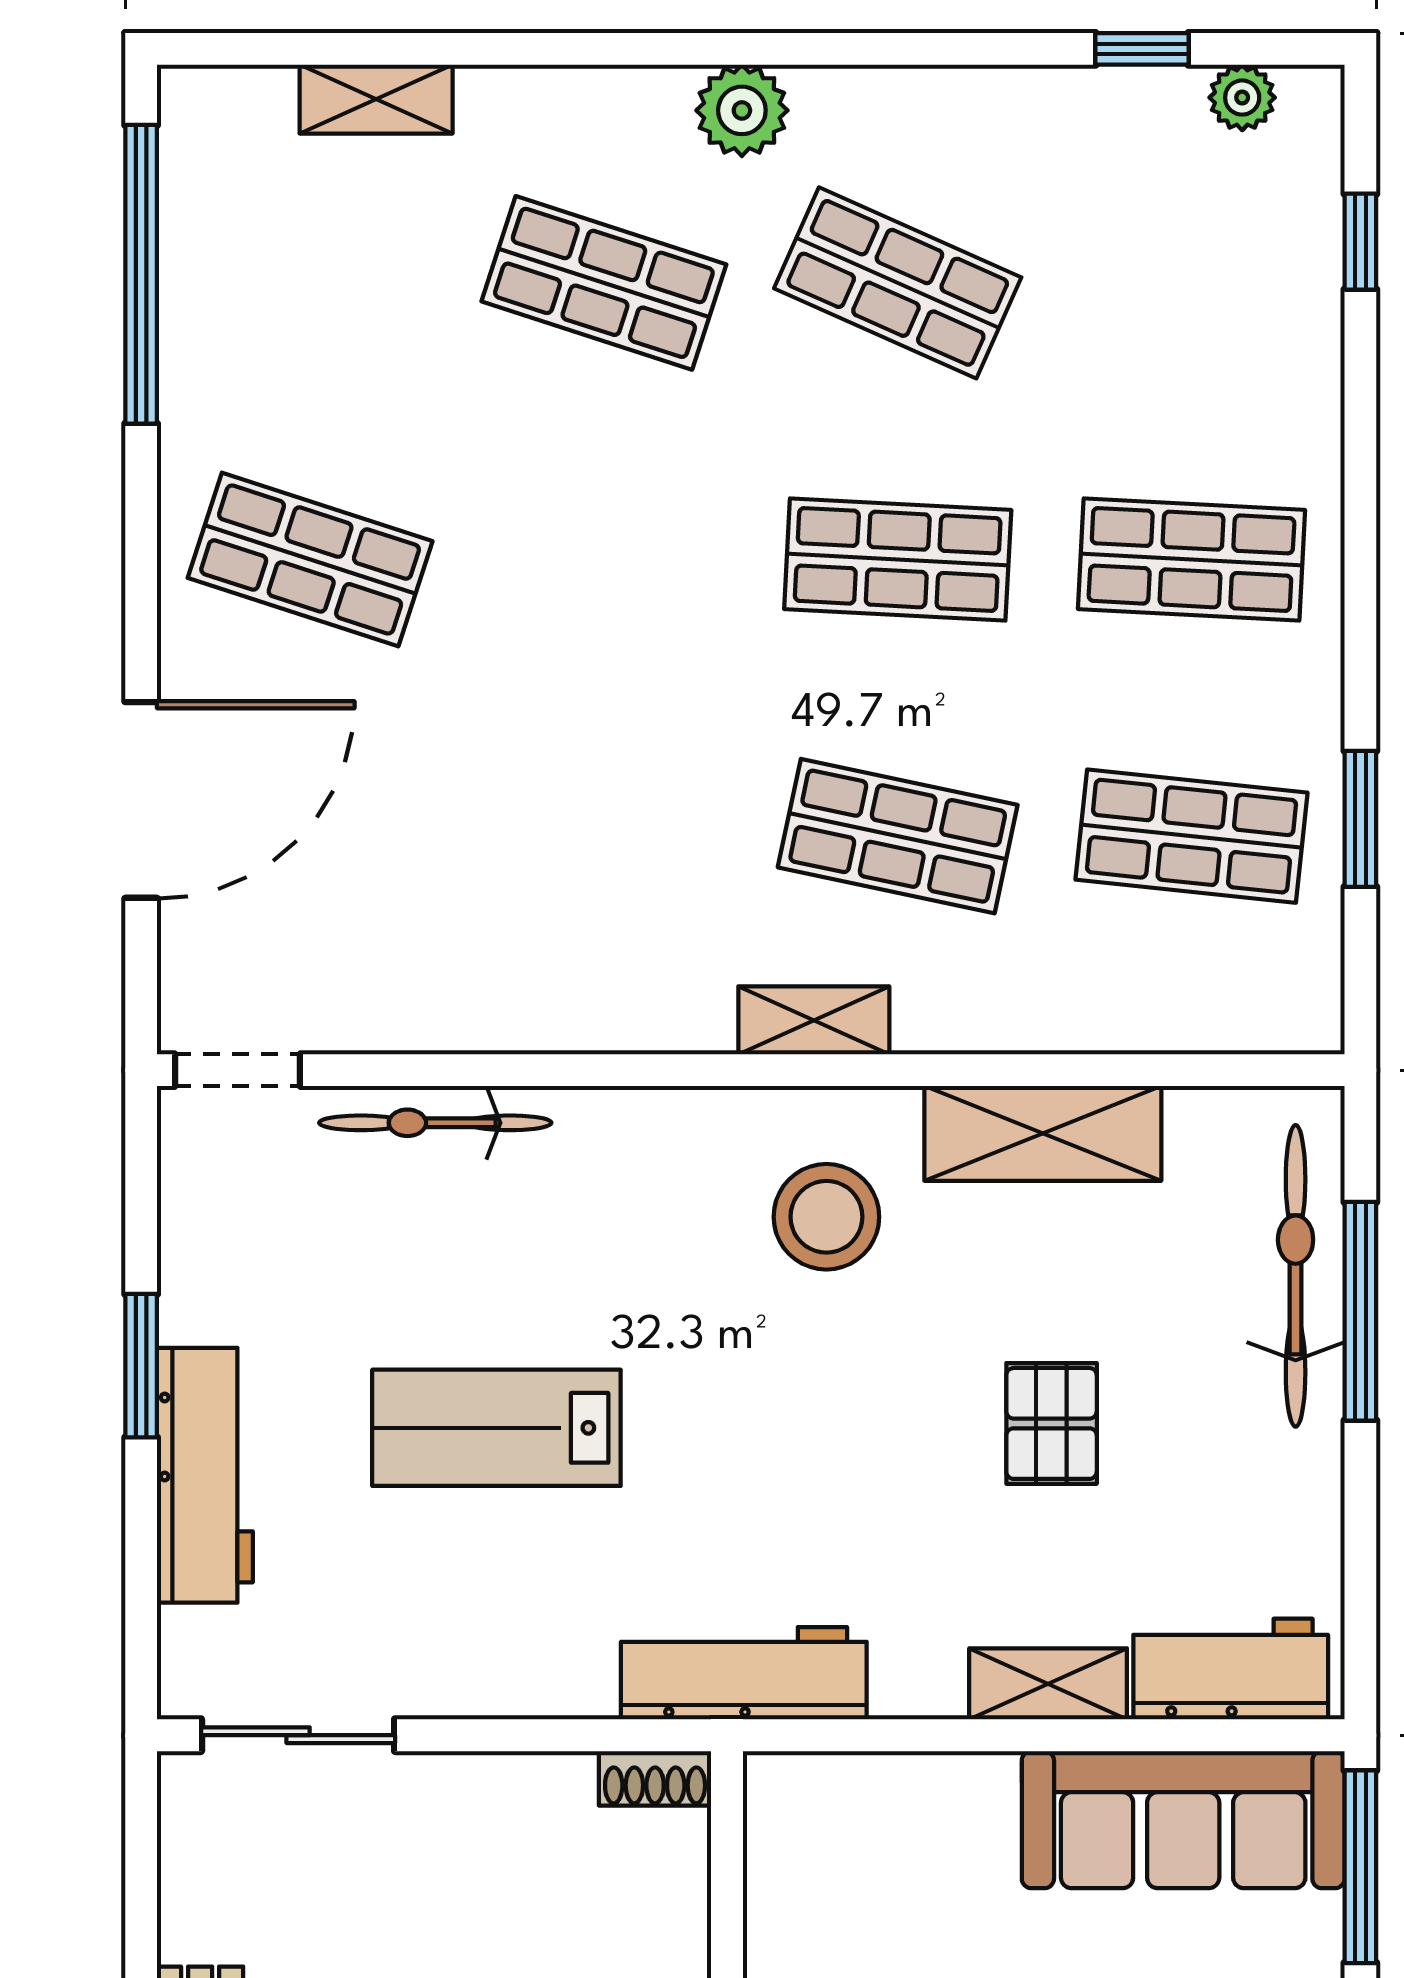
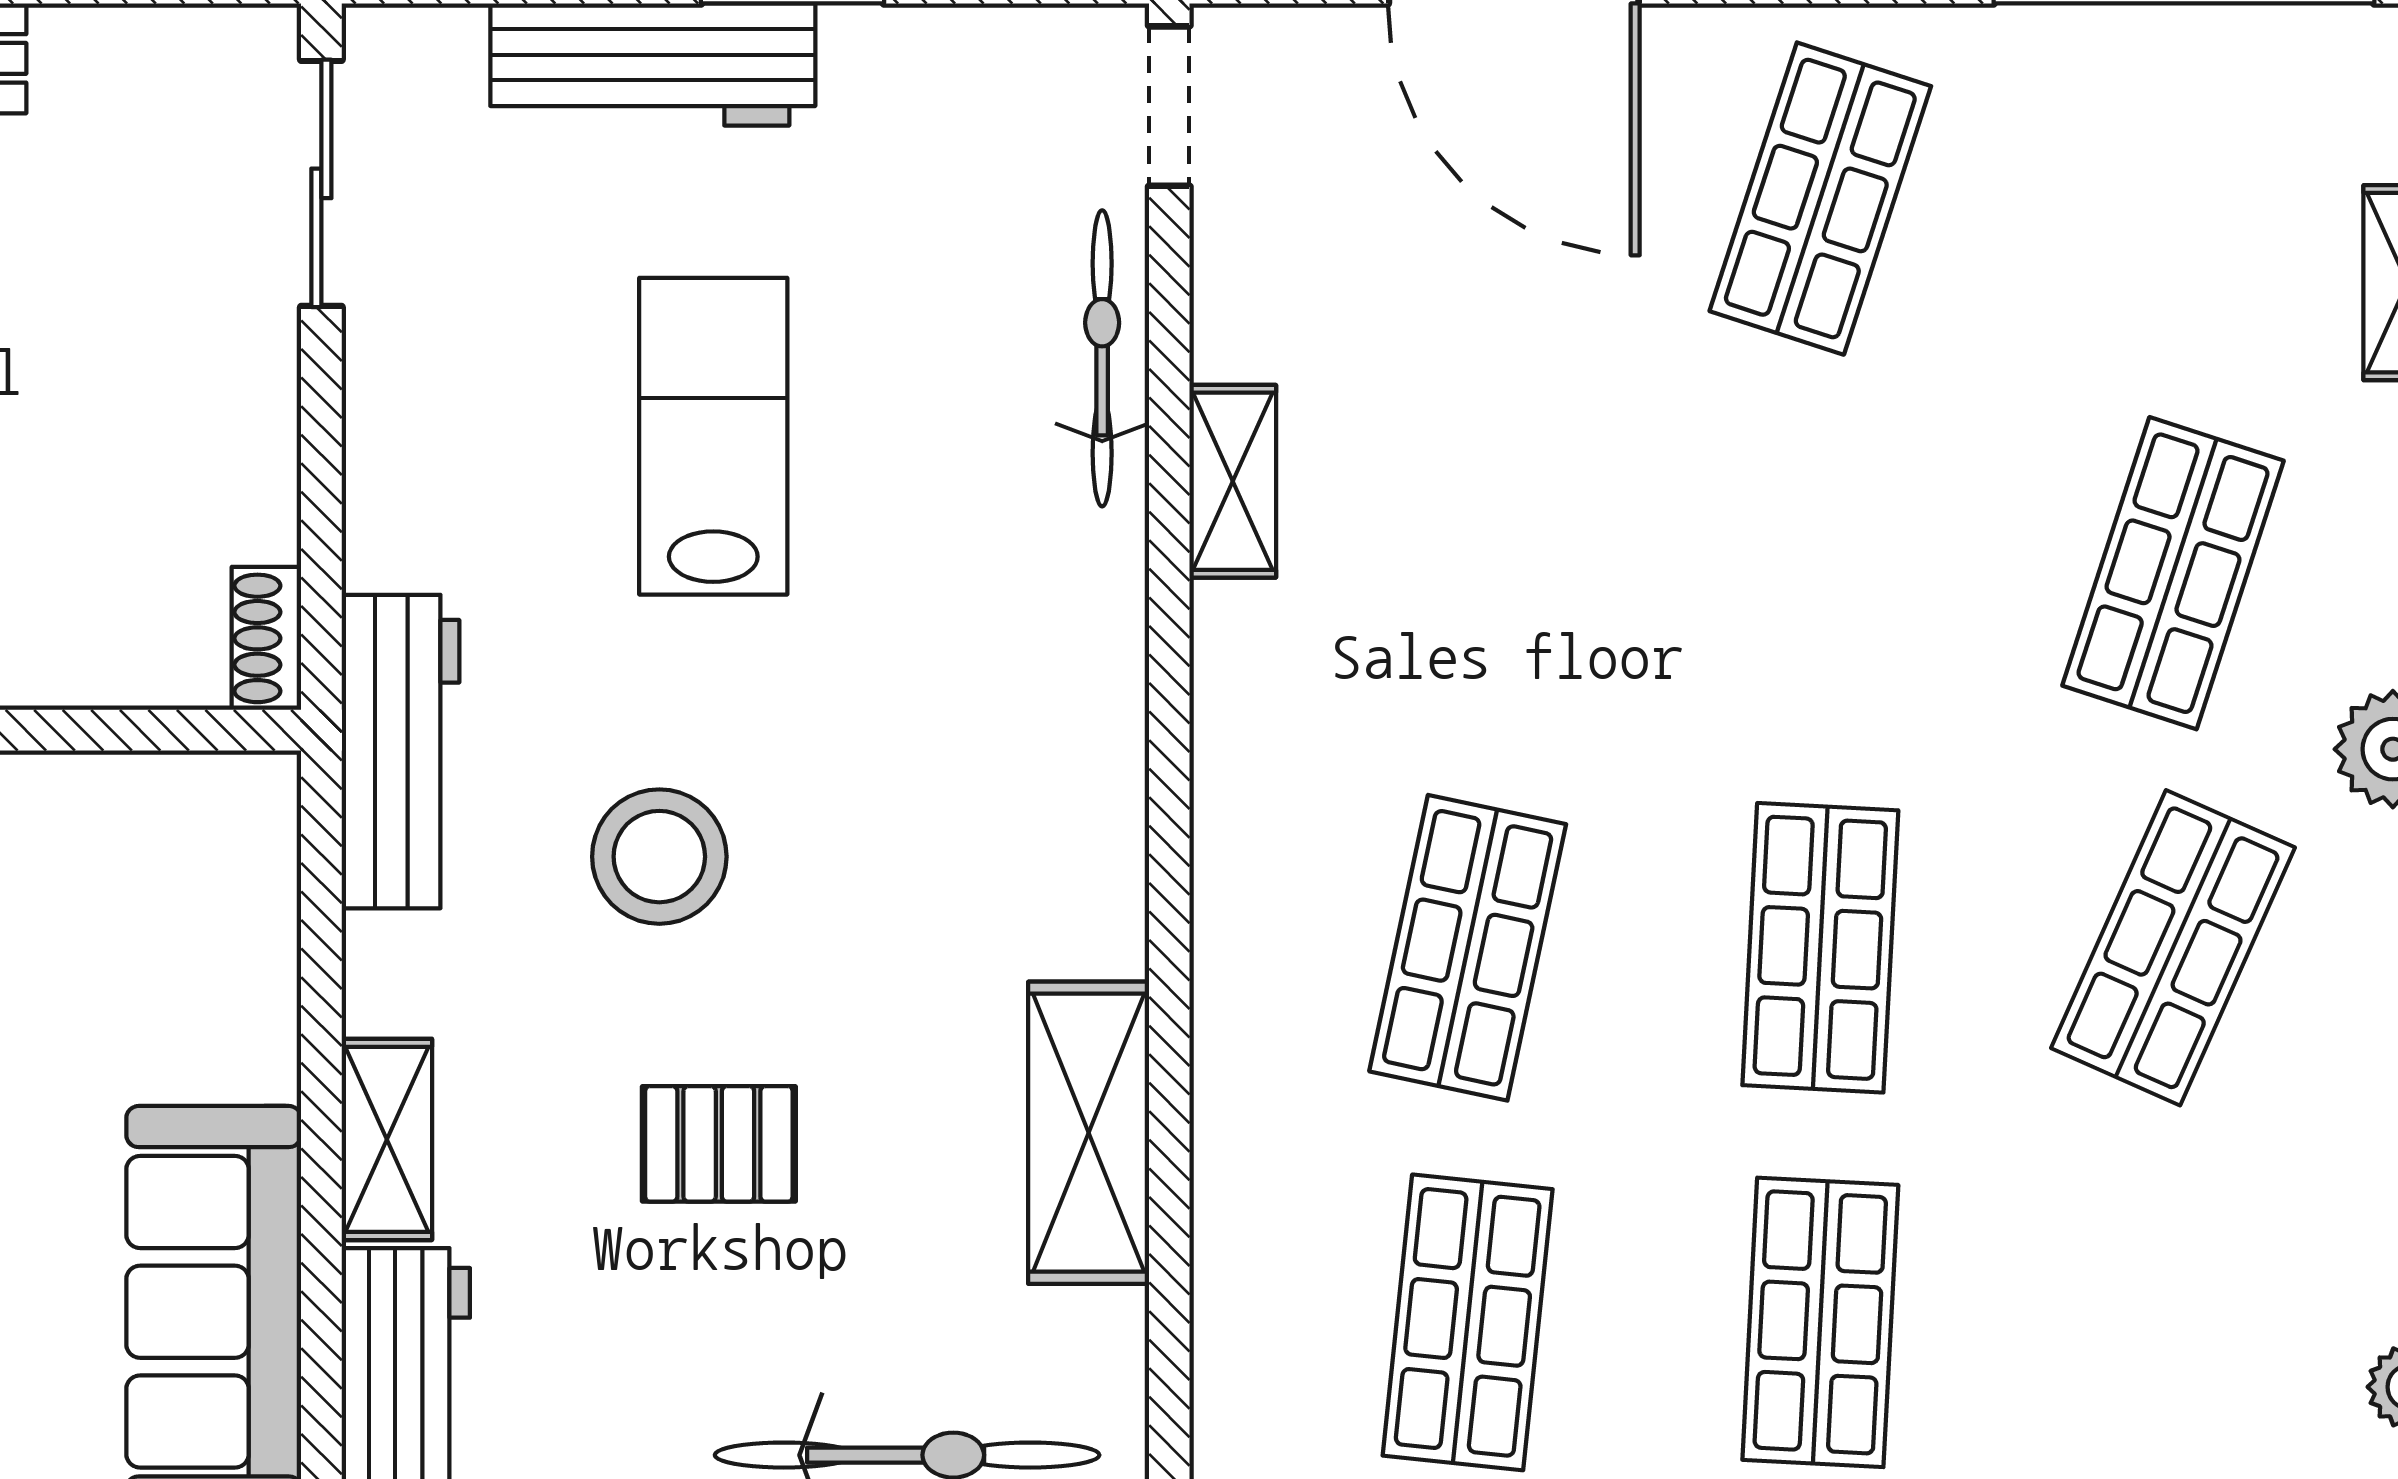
shelving: (814, 1020) -> (1233, 481), moved
stool: (826, 1217) -> (659, 857), moved

